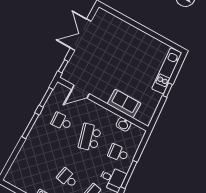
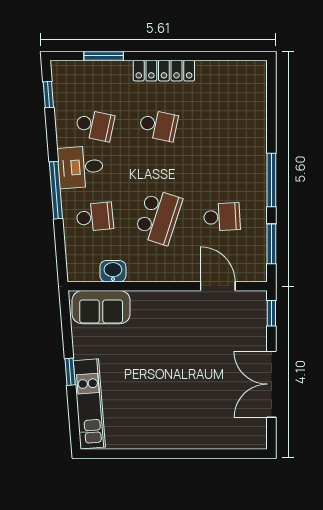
double door: (81, 35) -> (271, 384), swing flipped
door: (81, 92) -> (218, 286), hinge flipped
sofa: (124, 104) -> (101, 307), moved
school desk: (90, 137) -> (158, 217), turned 33

